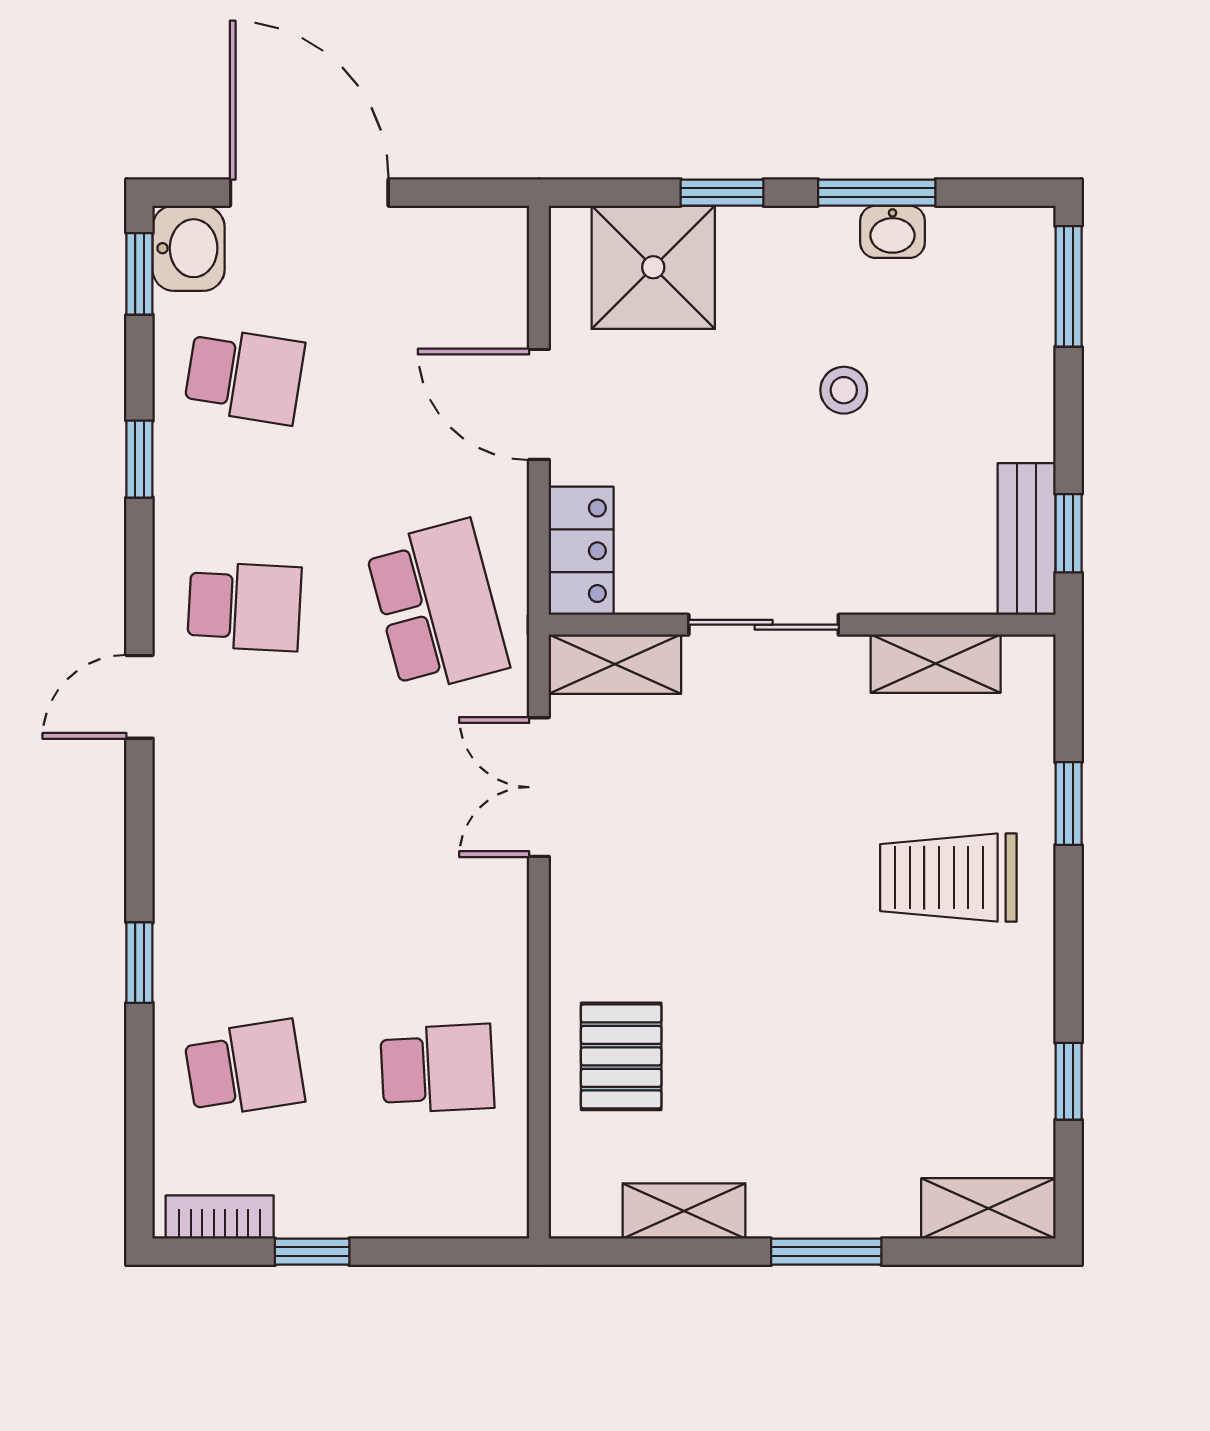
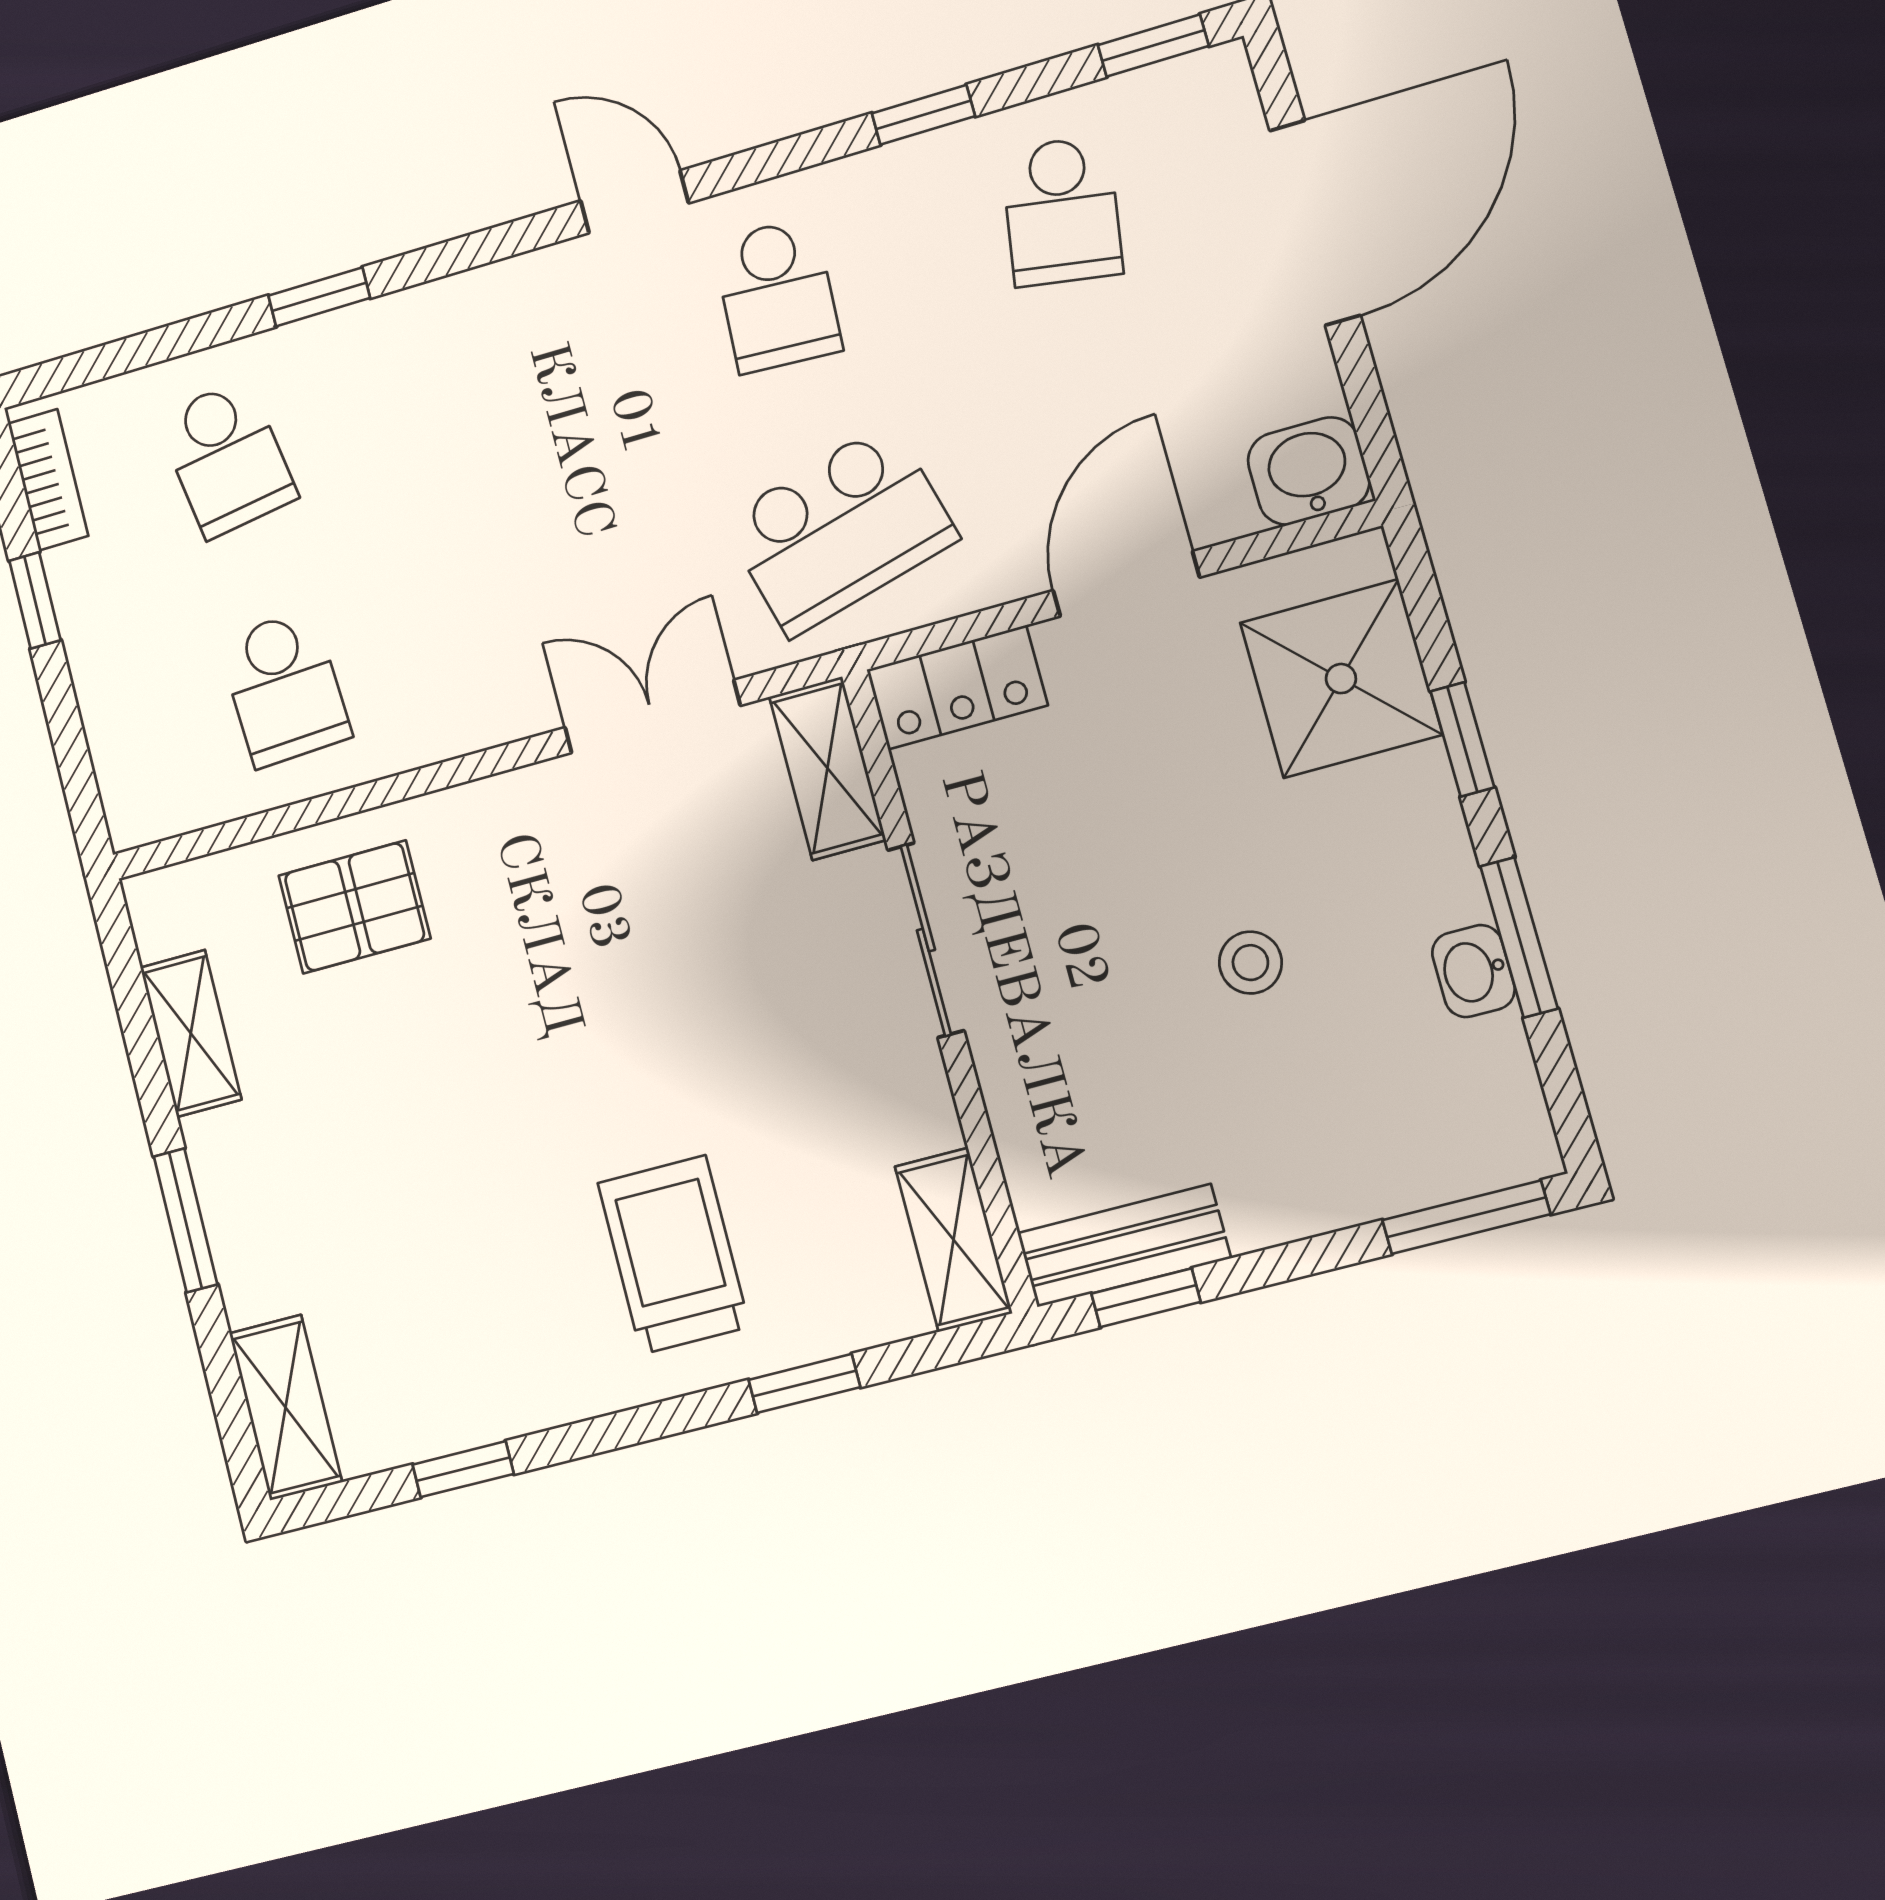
washbasin: (188, 248) -> (1309, 471), moved, turned 180
shelving: (936, 664) -> (954, 1240), moved

